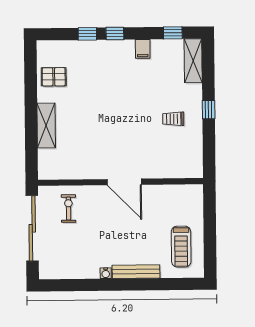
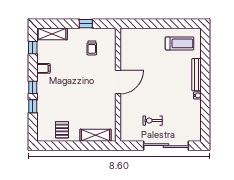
wall: (121, 182) -> (118, 85), moved
door: (124, 182) -> (118, 82), moved

